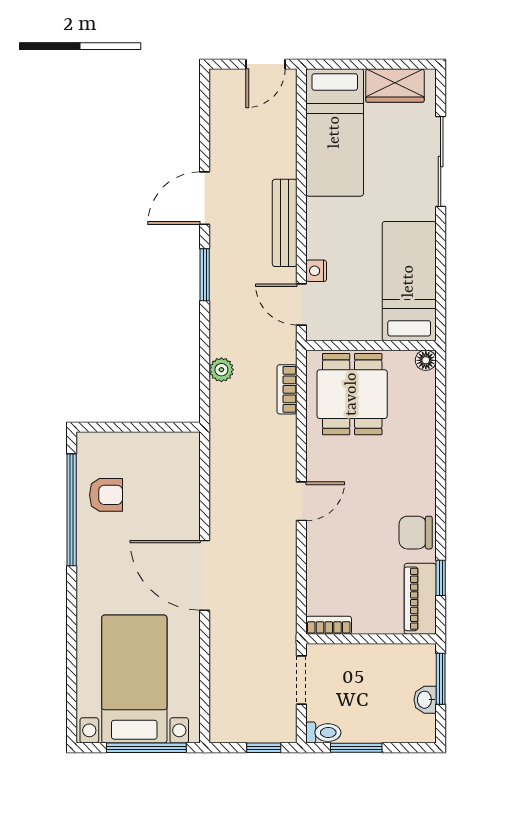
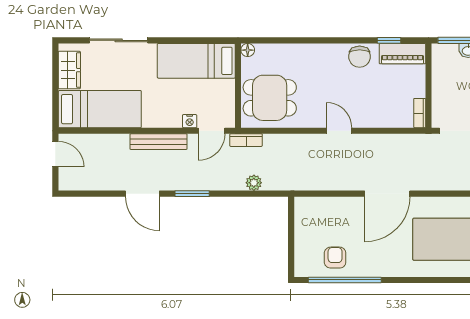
bookcase: (287, 389) -> (246, 140), moved

